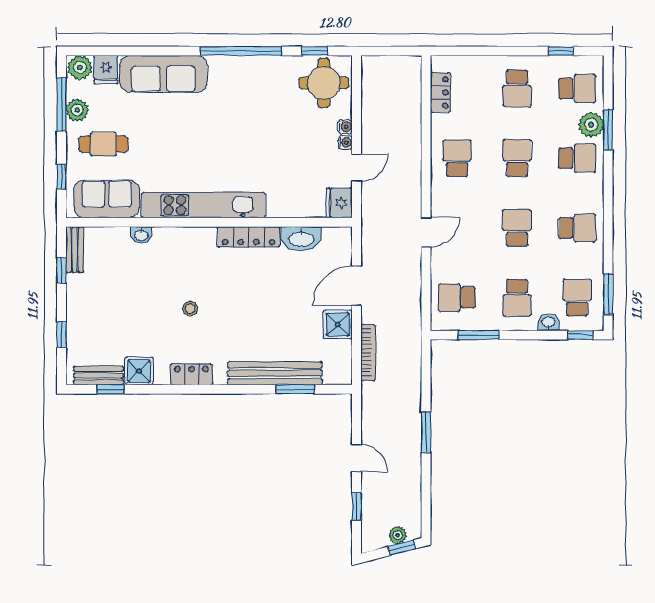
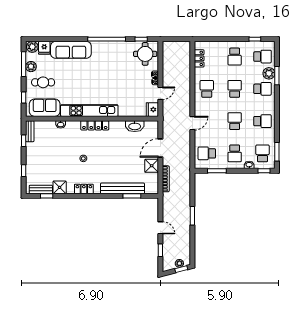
locker: (249, 237) -> (95, 125), moved

